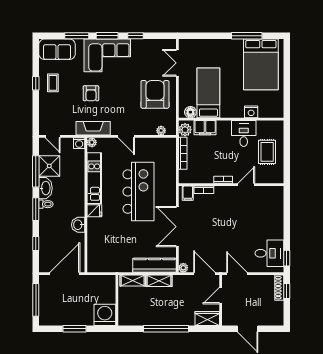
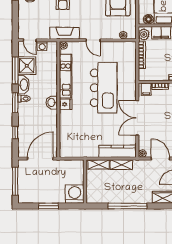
washing machine: (79, 143) -> (42, 46), moved
washbasin: (78, 225) -> (52, 103), moved

